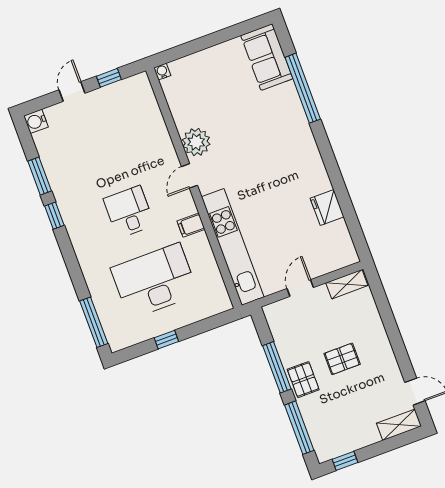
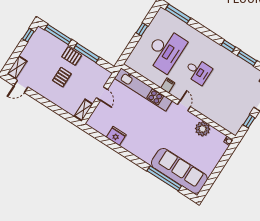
sofa: (267, 57) -> (179, 171), width x1.85, depth x1.27
plant: (196, 142) -> (203, 129), moved

